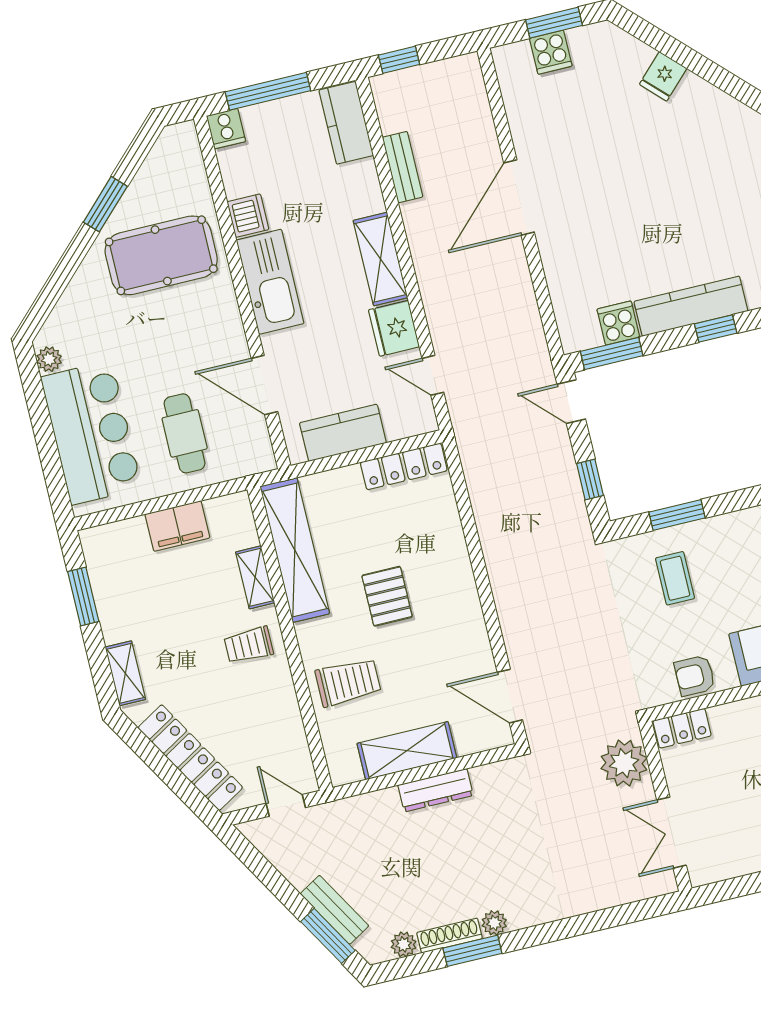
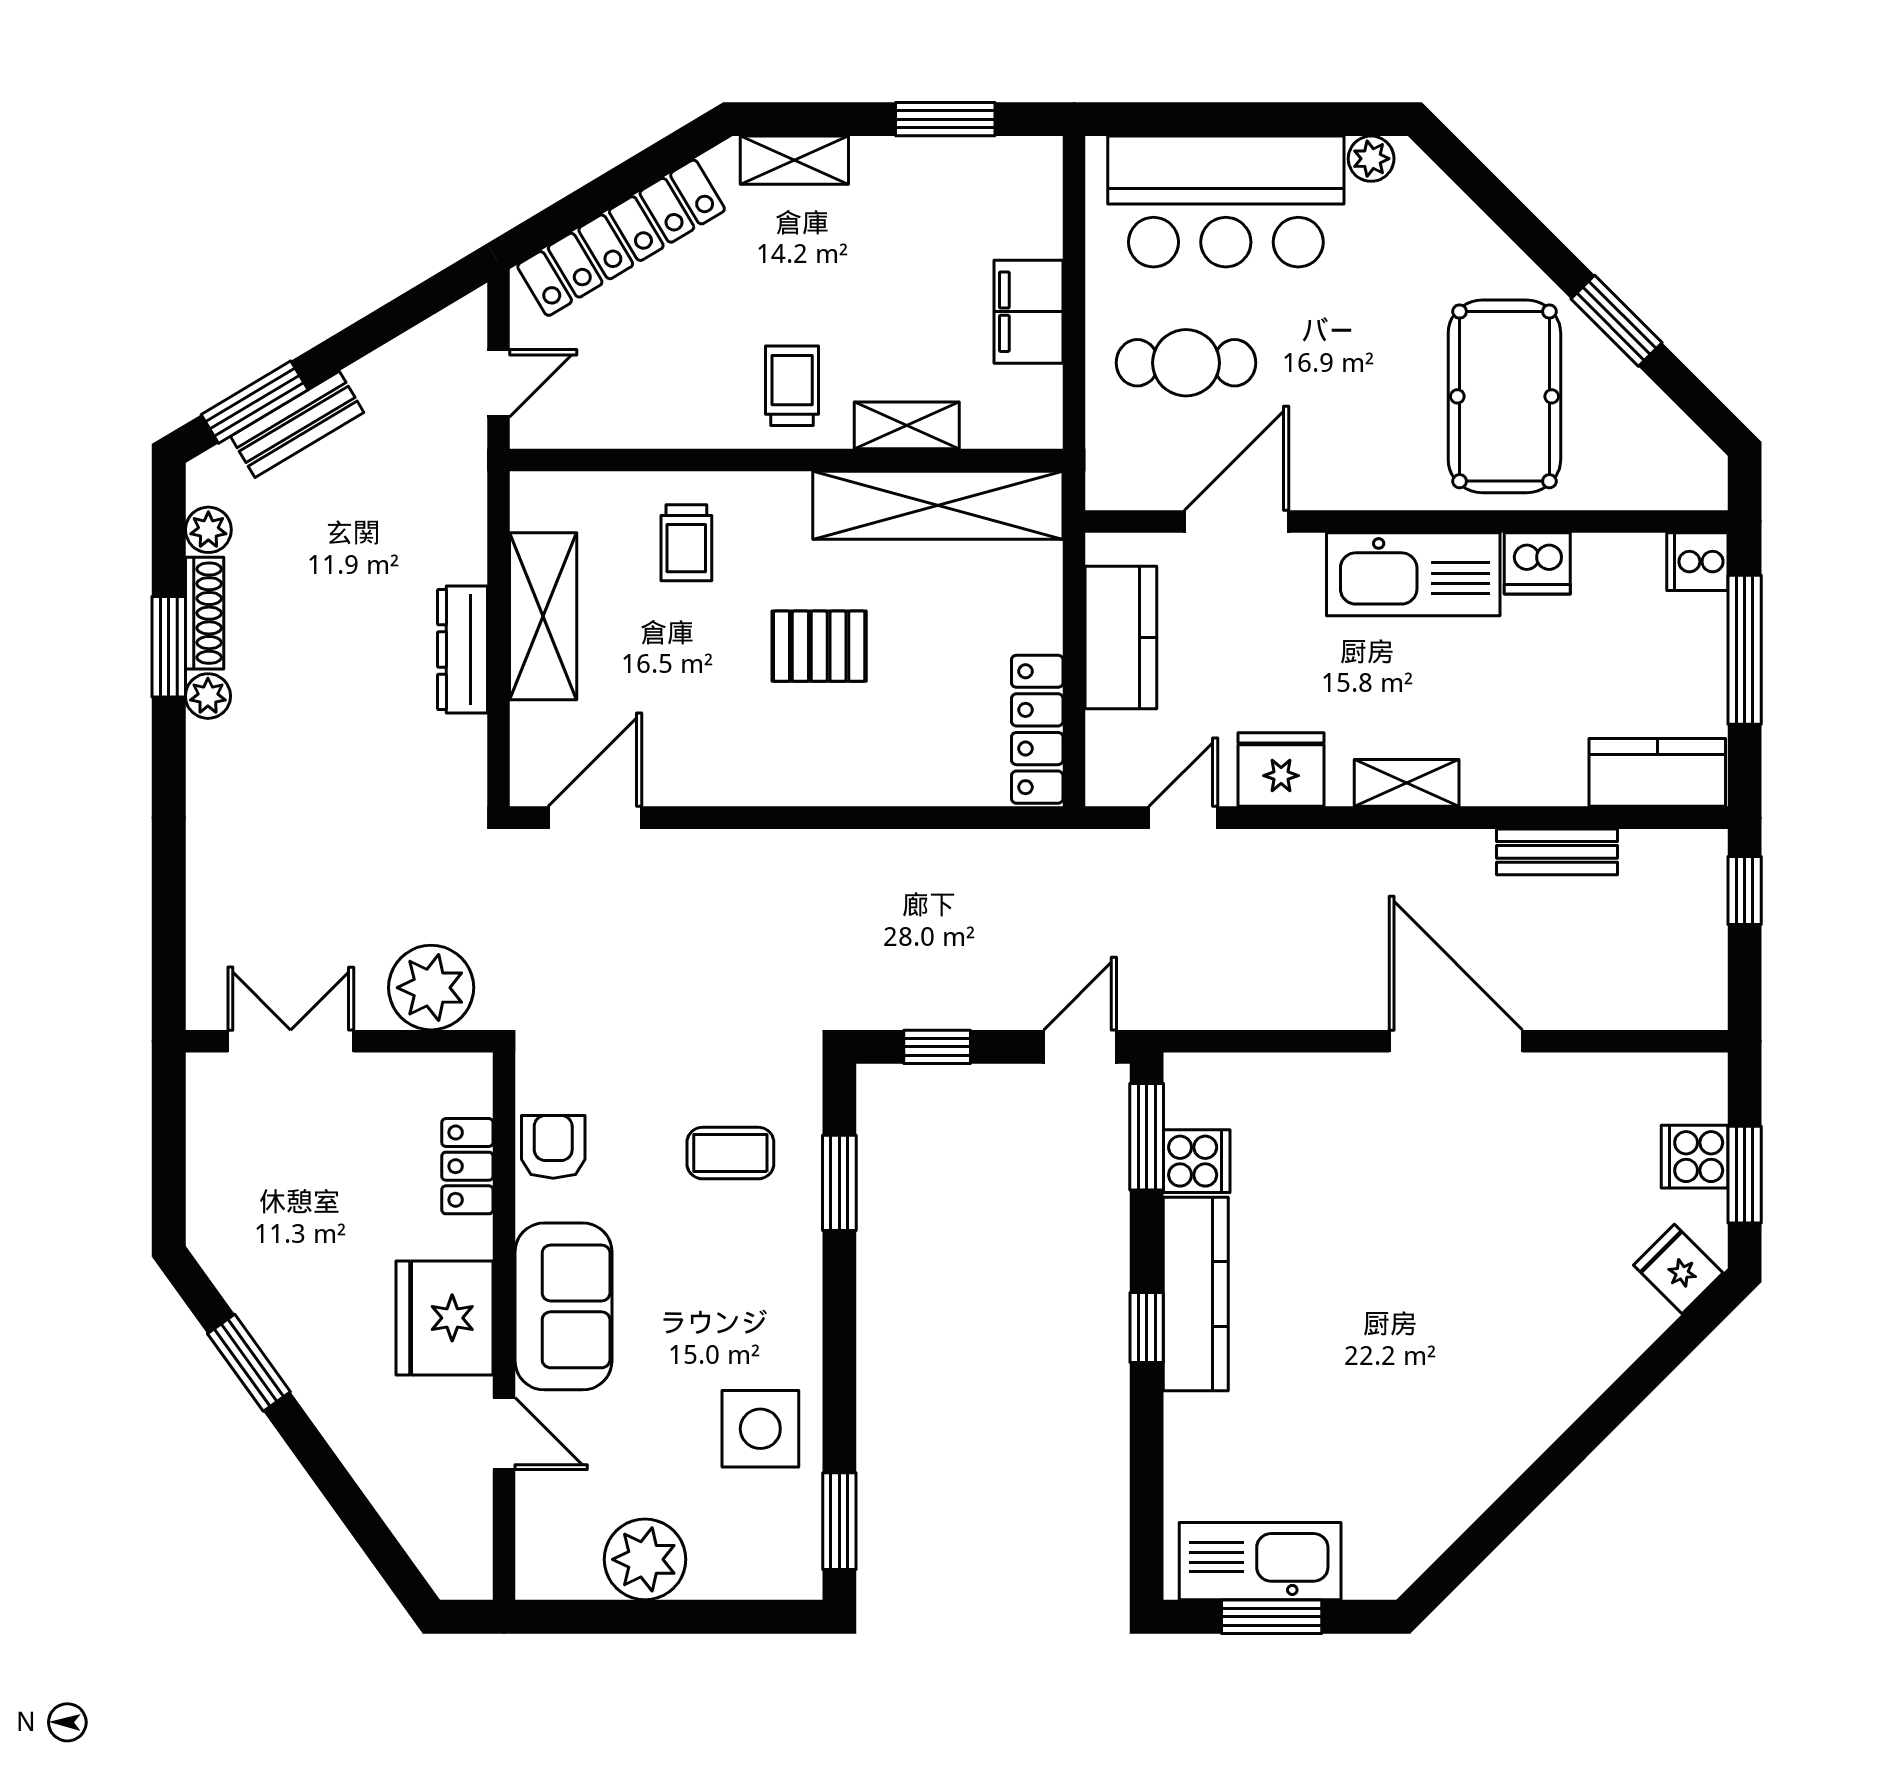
fridge: (663, 76) -> (1678, 1269), moved
shelving: (380, 259) -> (1407, 783), width x0.67, depth x0.75
trolley: (348, 682) -> (686, 543), width x0.73, depth x0.72
locker: (682, 728) -> (467, 1166), moved

